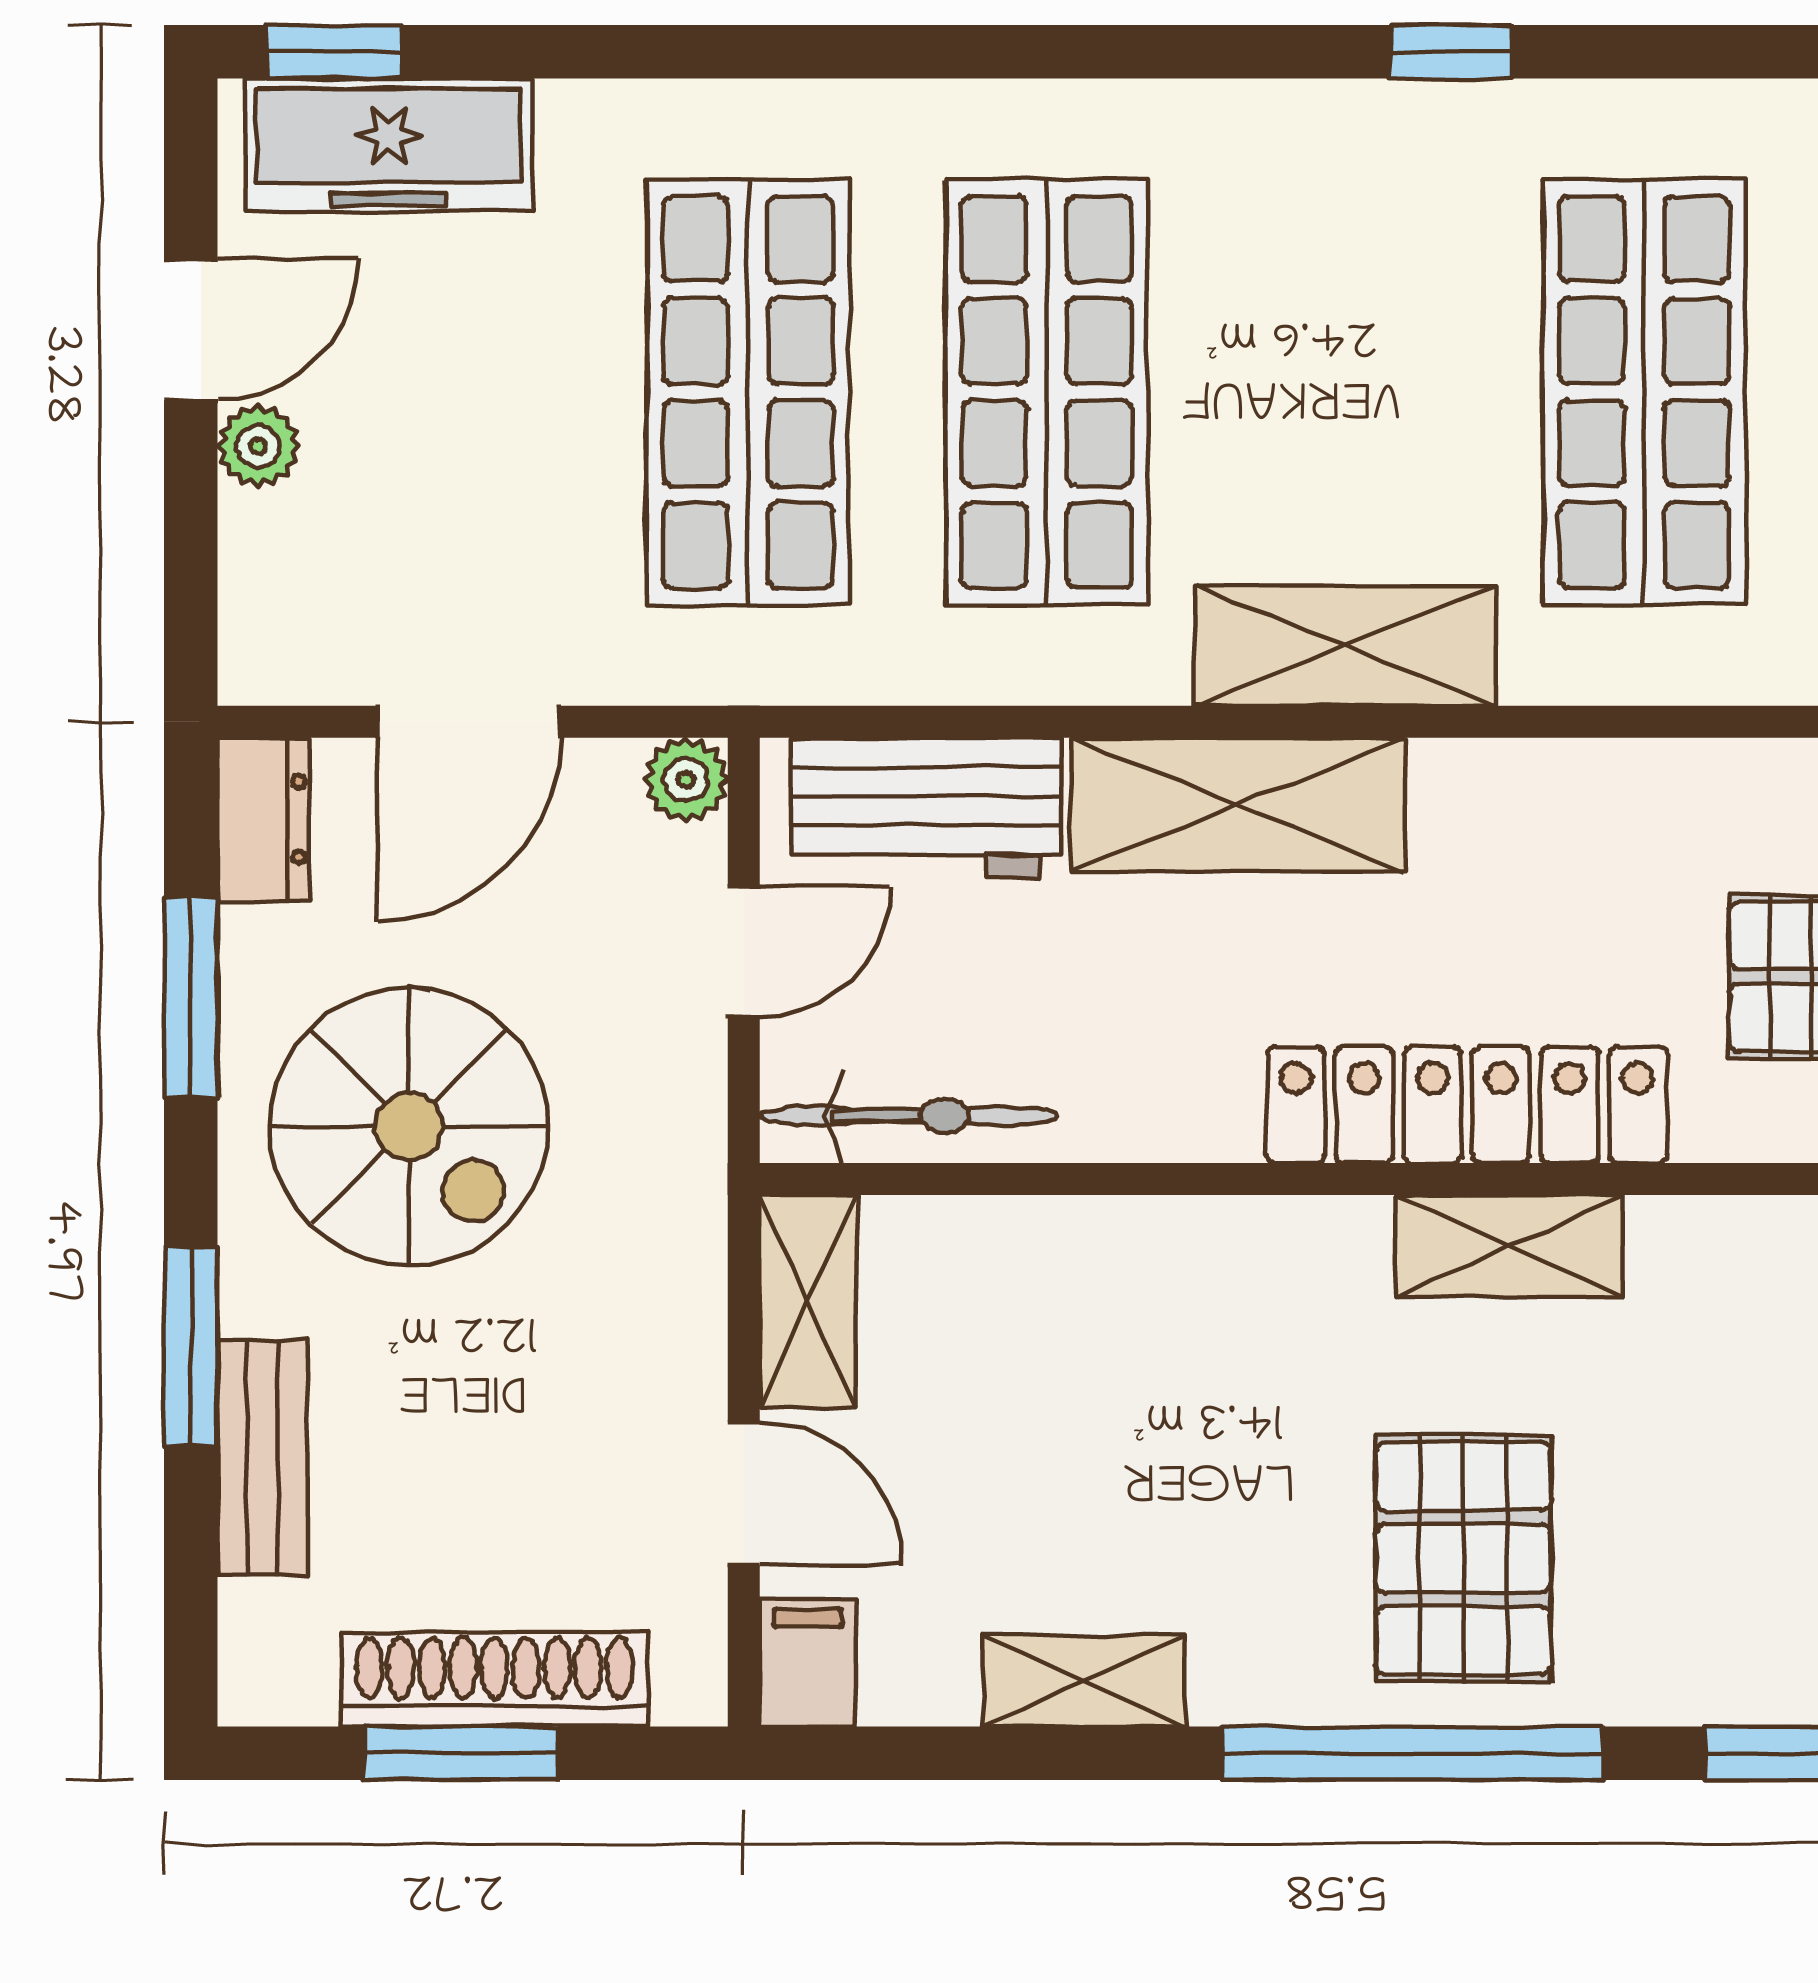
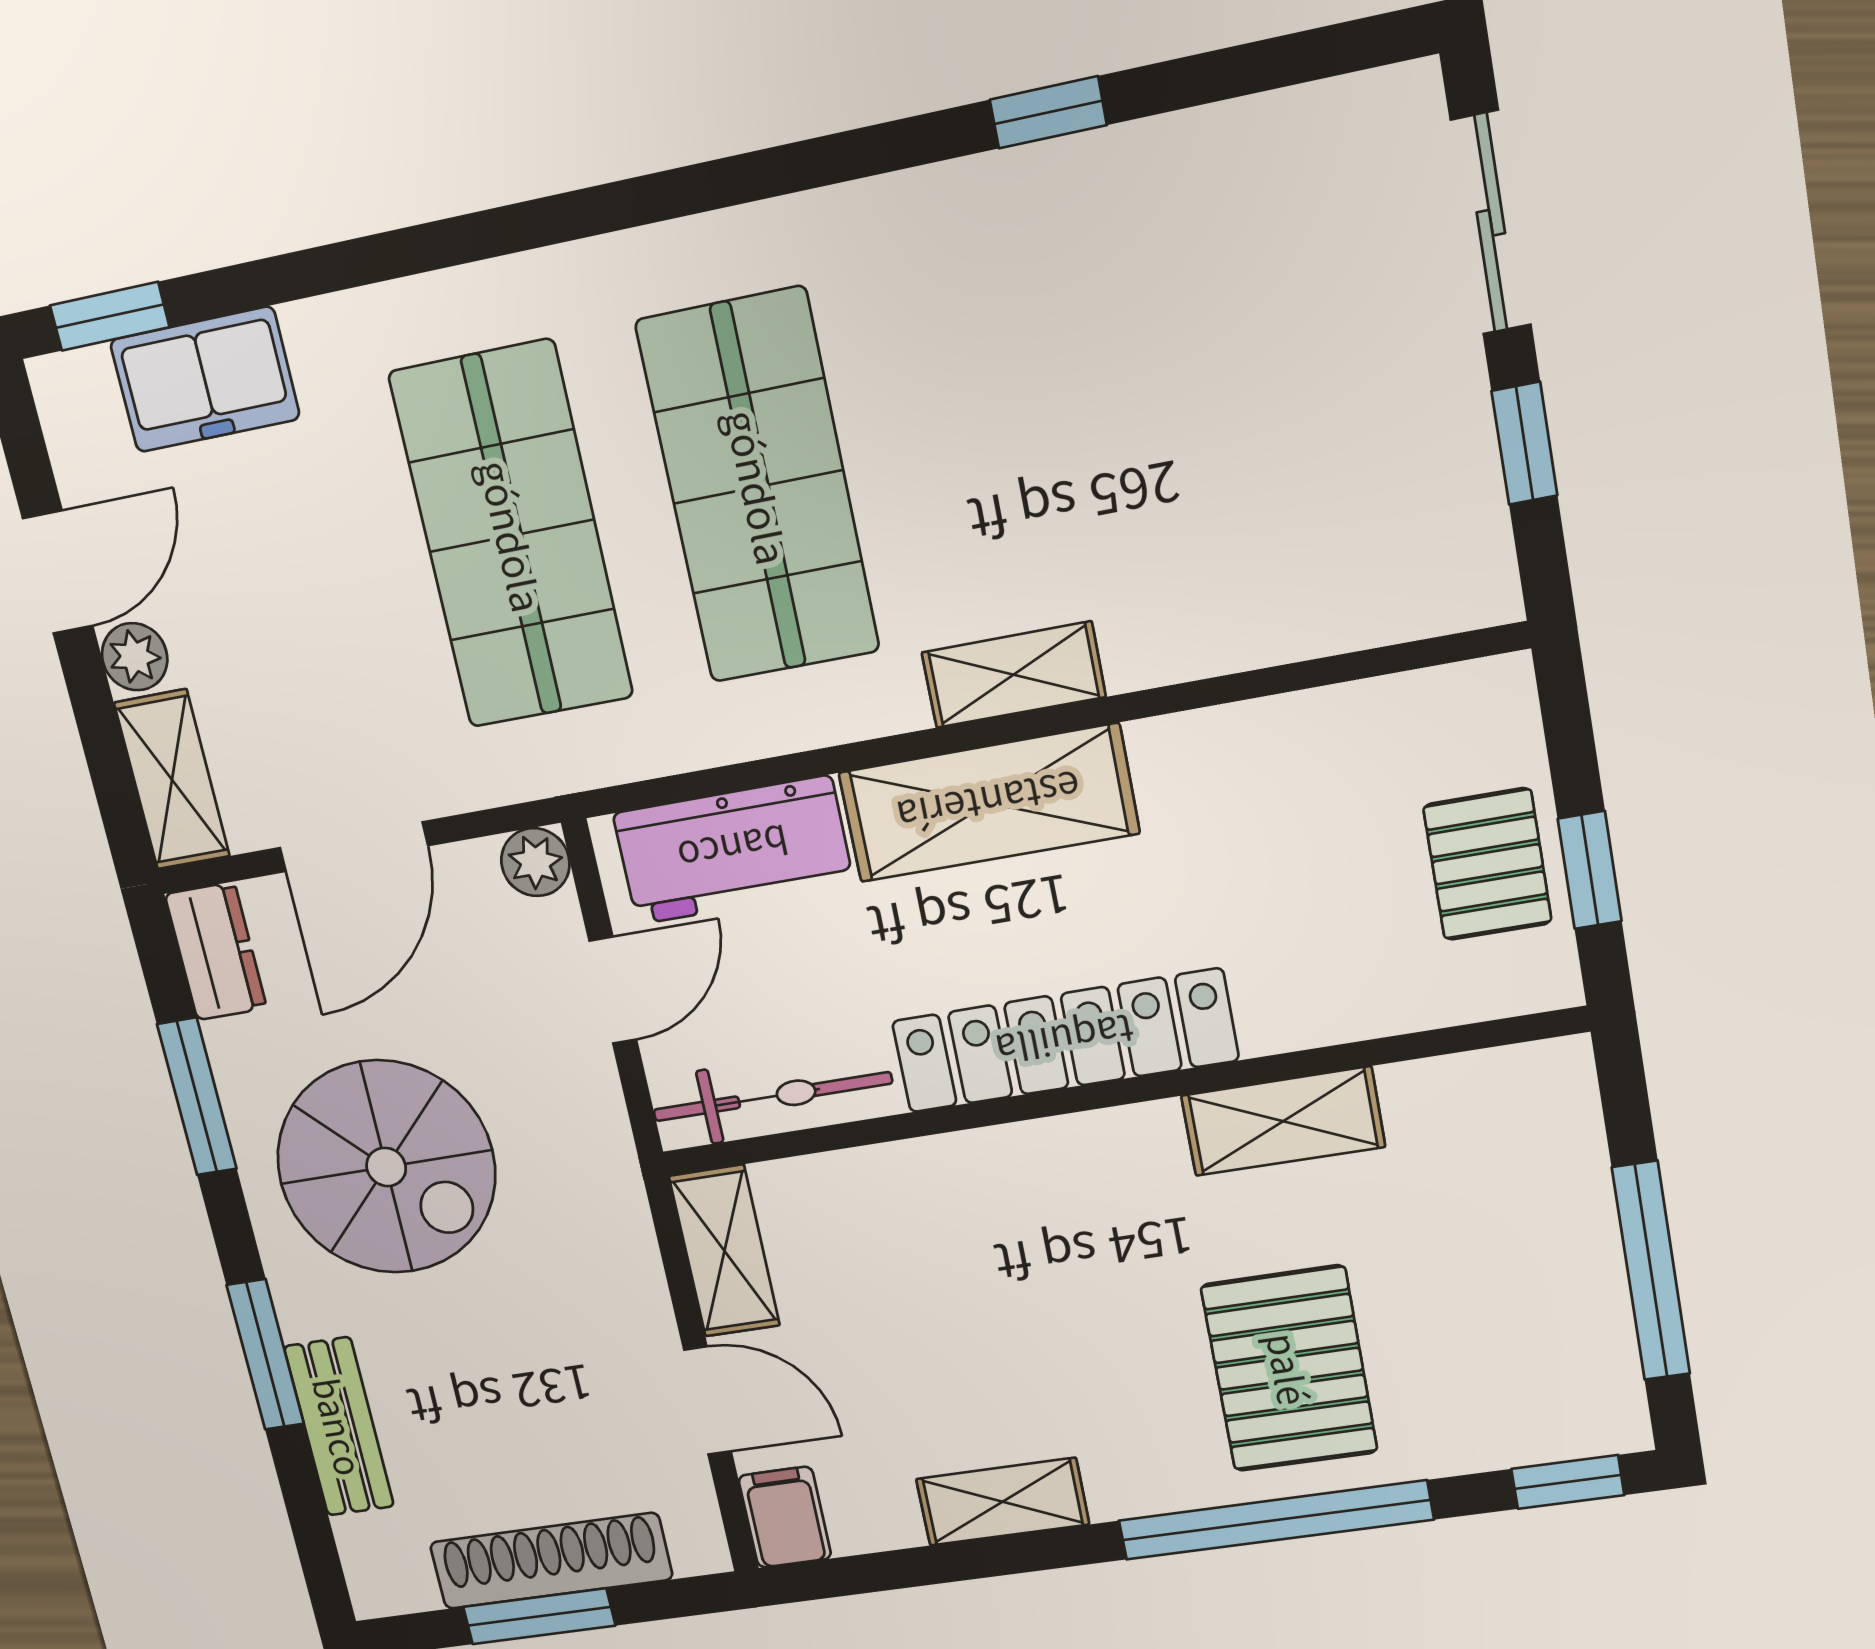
freezer: (388, 145) -> (205, 380), width x0.71
shop shelf: (1644, 392) -> (1275, 384), removed
shelving: (265, 601) -> (172, 780), added
shelving: (1345, 646) -> (1014, 675), width x0.67, depth x0.75
locker: (1467, 1105) -> (1065, 1041), moved

